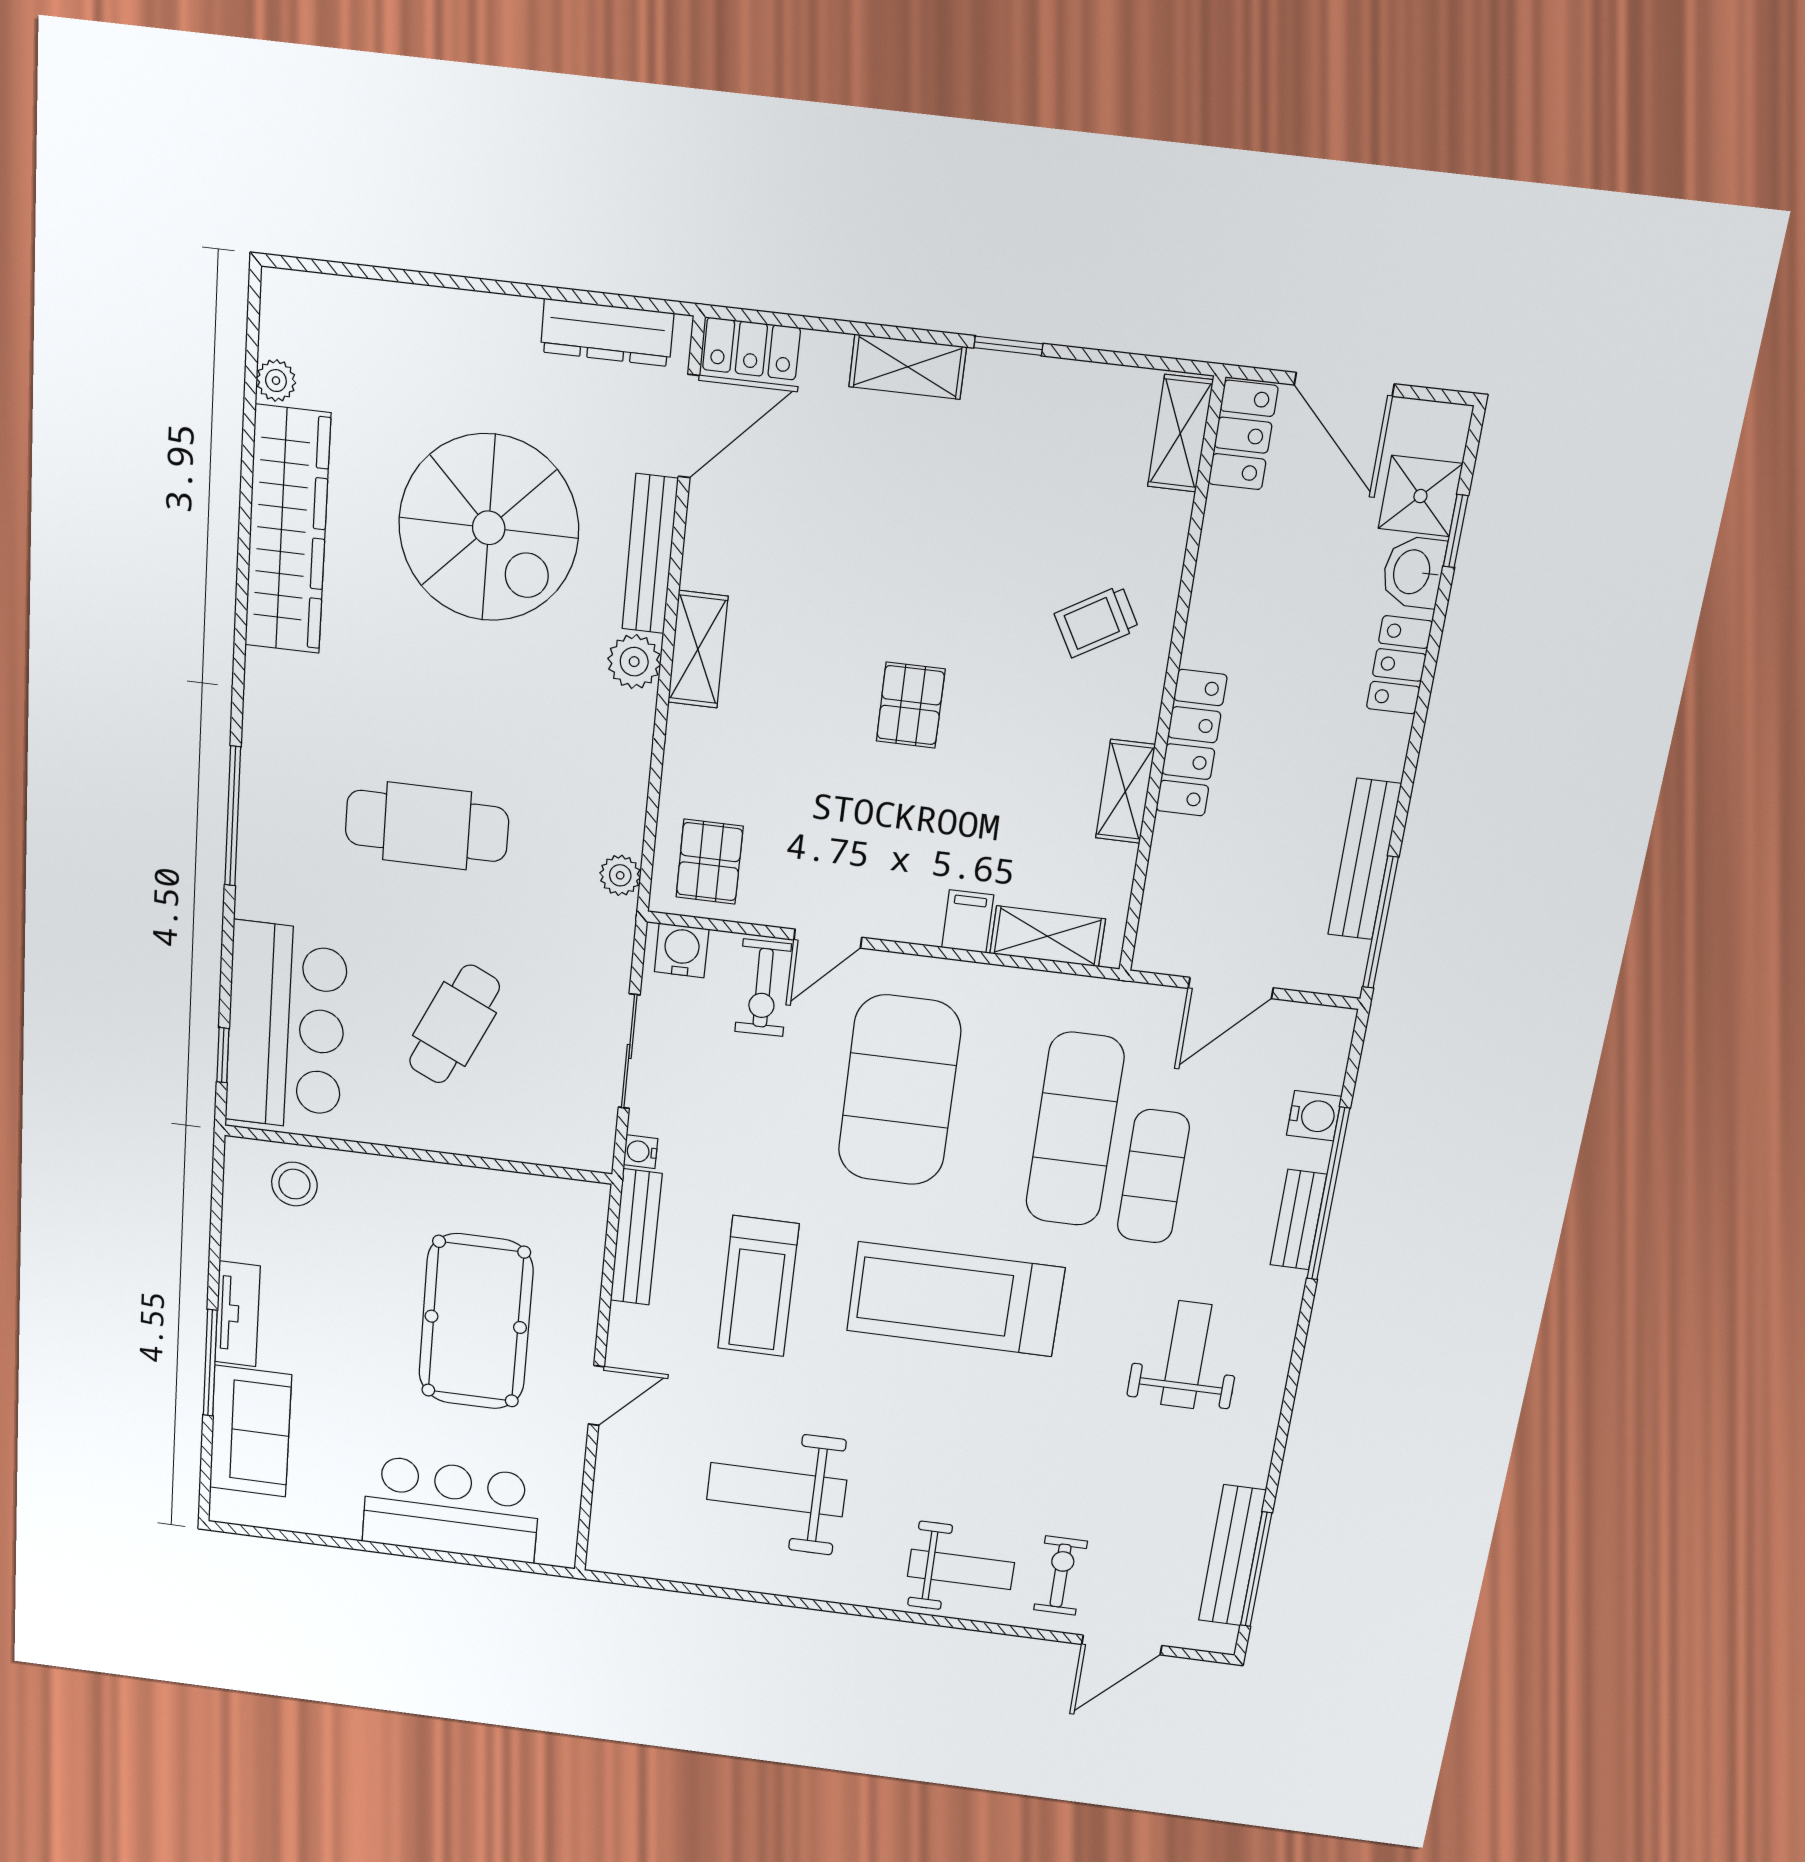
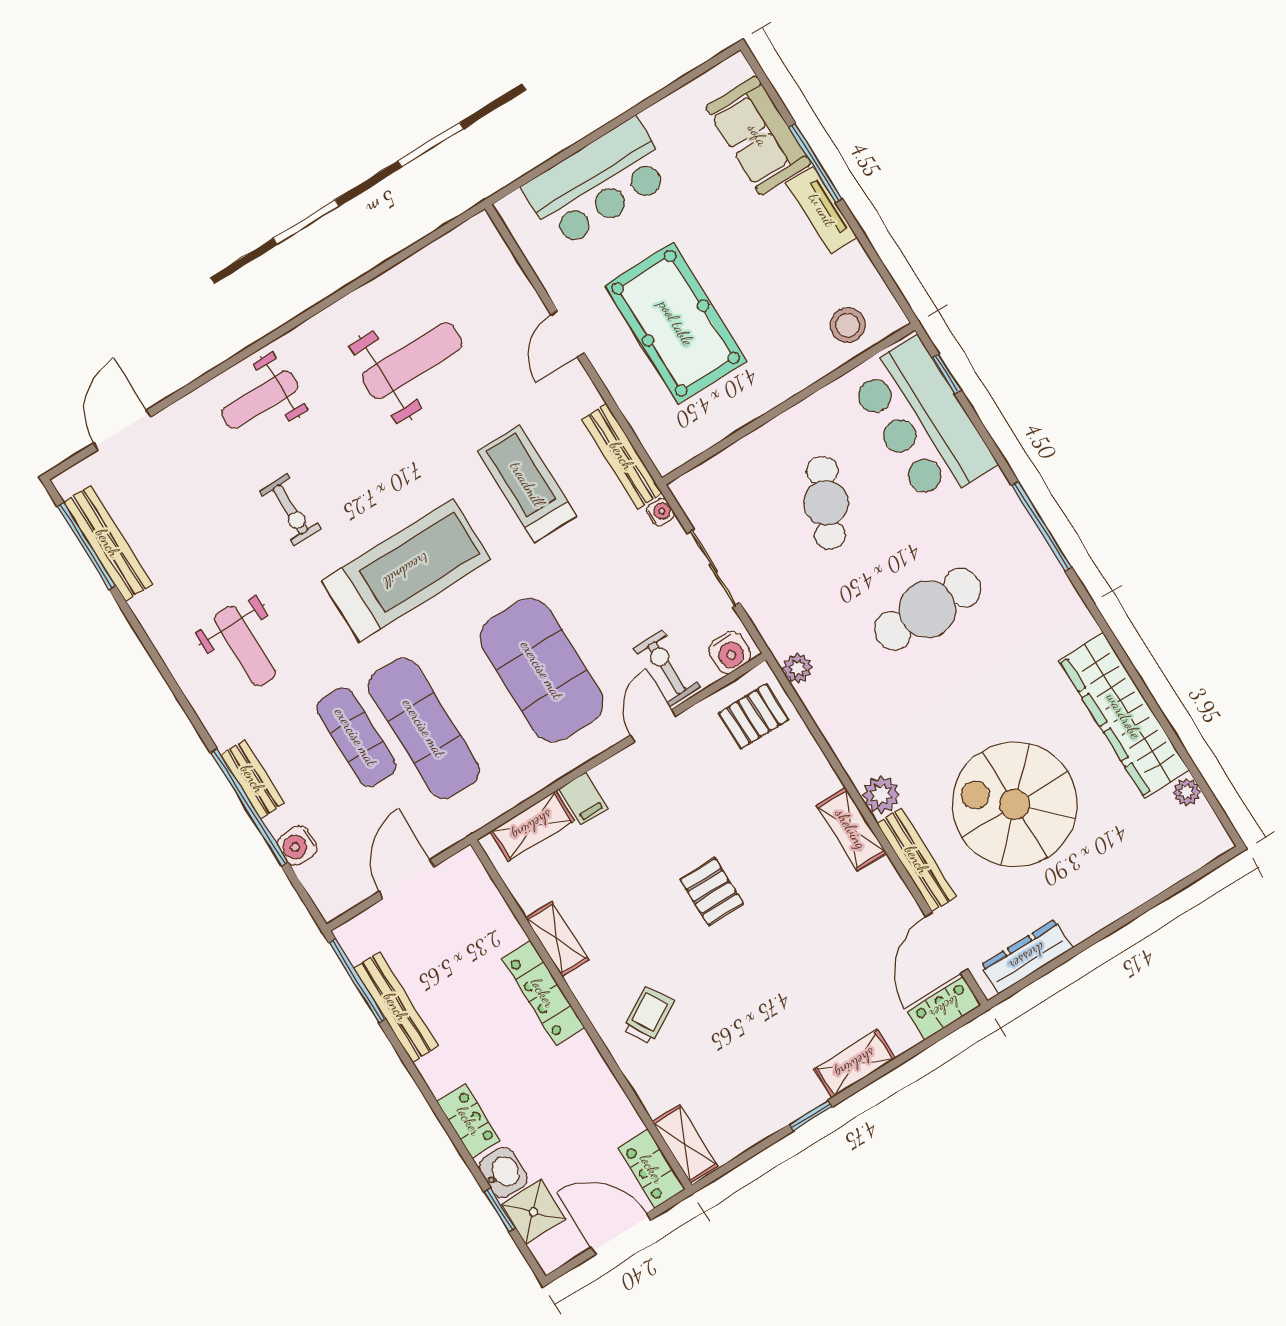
pallet: (710, 862) -> (754, 716), turned 90
exercise bike: (1060, 1576) -> (290, 510), moved

